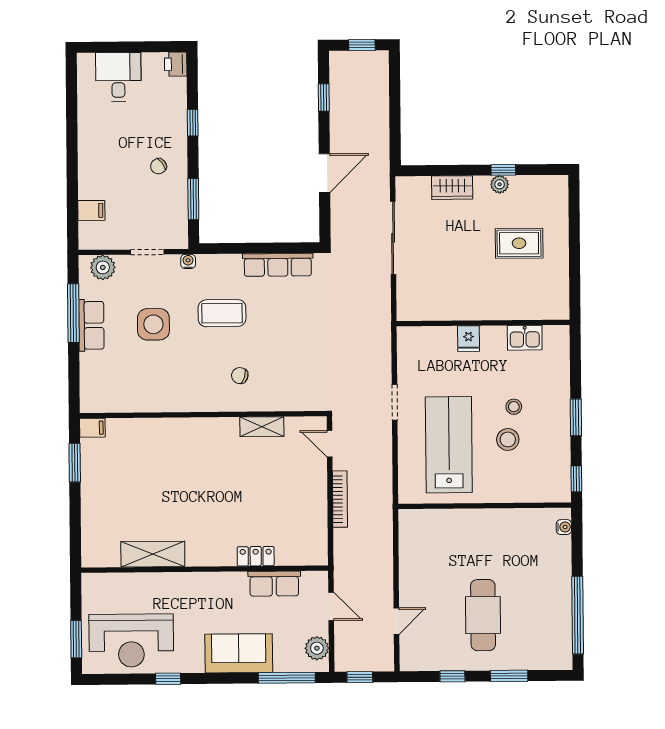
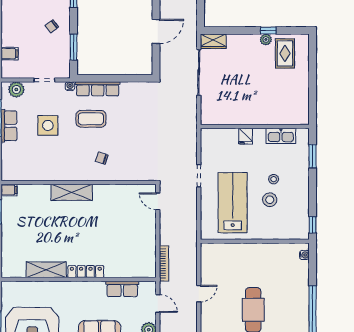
wardrobe: (452, 188) -> (213, 41), moved
rug: (519, 243) -> (285, 53), moved, turned 90
row of seats: (278, 265) -> (98, 89), moved
kitchen sink: (525, 338) -> (281, 136), width x1.38
window: (576, 417) -> (313, 156), moved
shelving: (262, 427) -> (72, 192), moved, width x1.50, depth x1.33
bookcase: (340, 499) -> (164, 263), moved
locker: (256, 556) -> (86, 272), moved, width x1.53
door: (396, 621) -> (199, 294), moved

